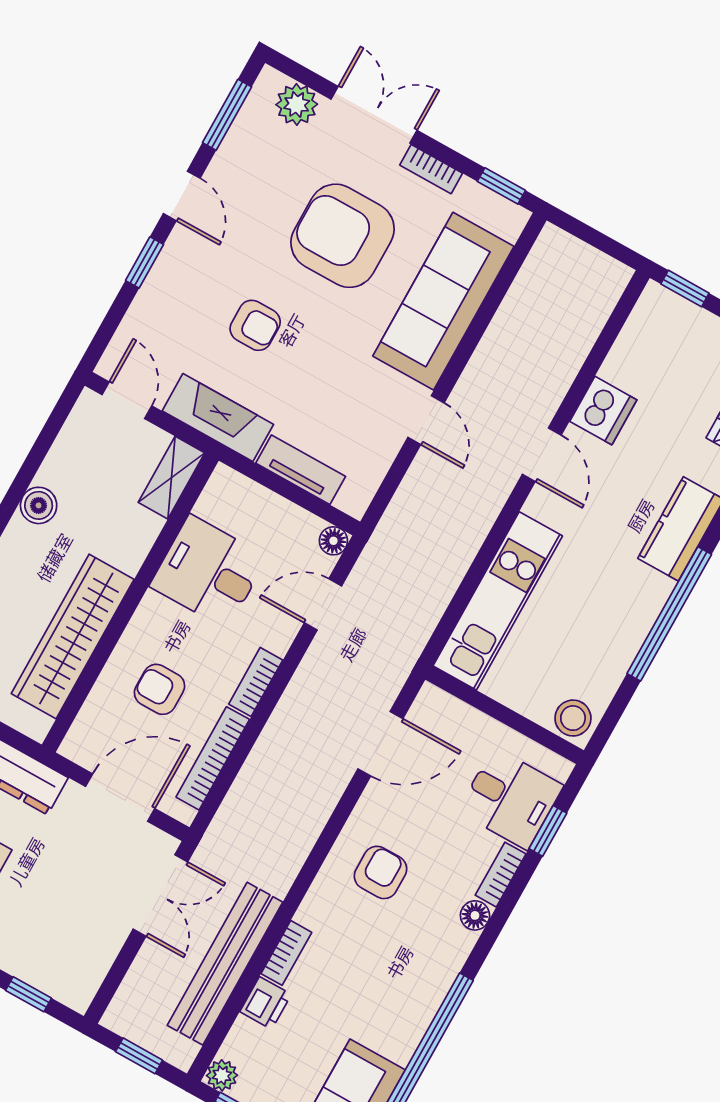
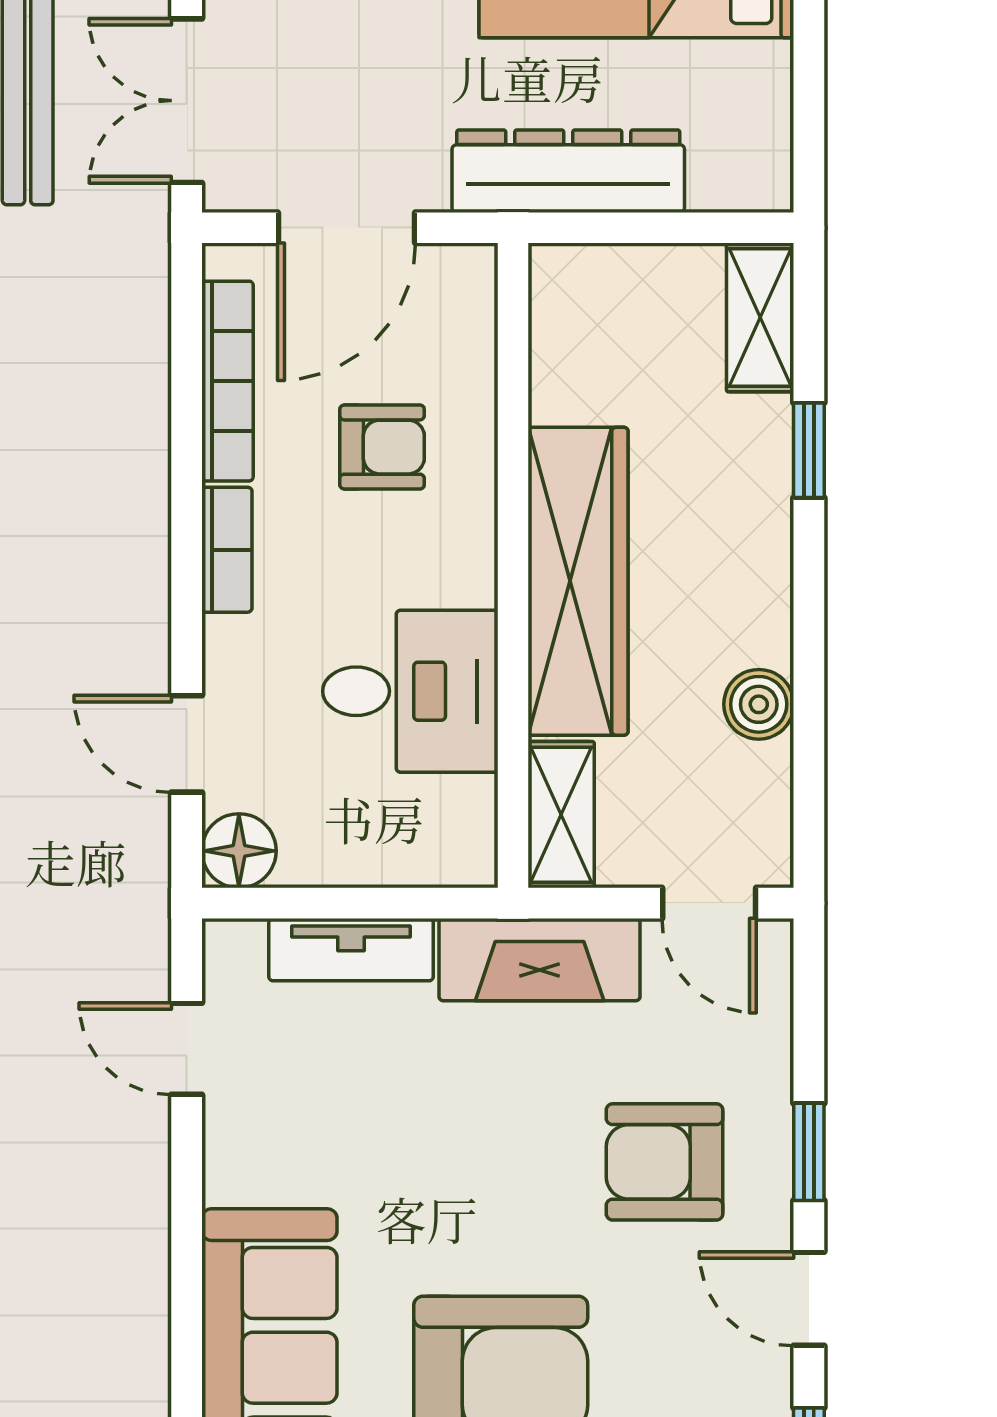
armchair: (255, 325) -> (665, 1162), moved, width x1.38, depth x1.38
door: (426, 420) -> (187, 1049), moved
boiler: (39, 505) -> (759, 704), moved
floor lamp: (333, 541) -> (239, 851), width x1.37, depth x1.37
door: (323, 604) -> (187, 744), swing flipped
wardrobe: (73, 636) -> (578, 581), moved

